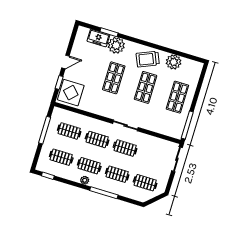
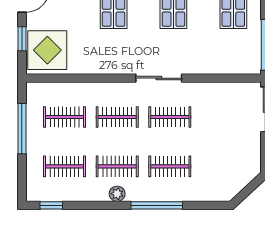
clothes rail: (145, 183) -> (222, 166), removed

